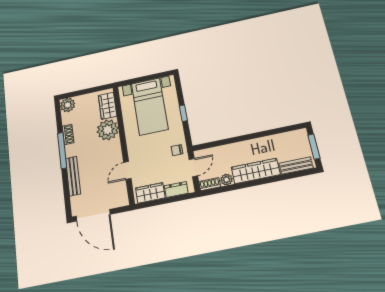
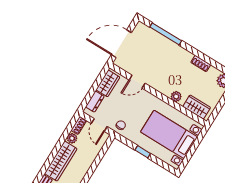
plant: (108, 130) -> (176, 96), width x0.53, depth x0.53
window: (62, 151) -> (166, 34), moved
door: (127, 170) -> (137, 82), swing flipped
bench: (73, 176) -> (167, 43), removed
door: (93, 215) -> (121, 44), moved

